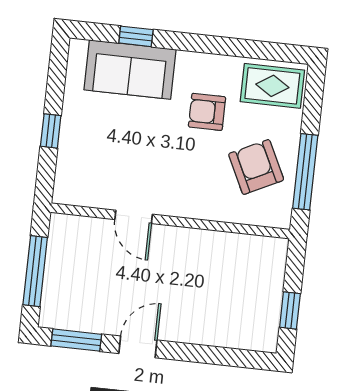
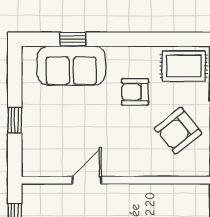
armchair: (256, 167) -> (178, 131), turned -103
door: (134, 217) -> (87, 180), swing flipped

